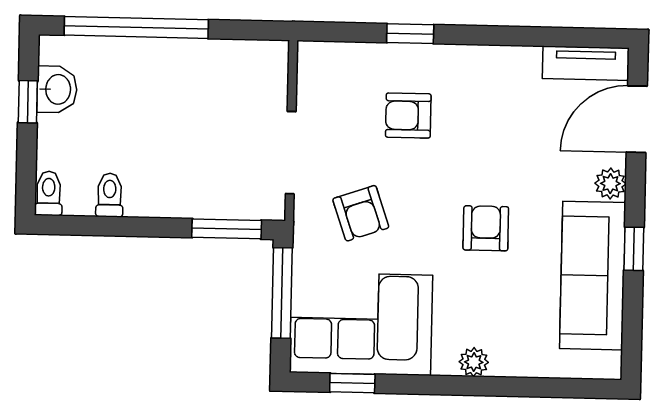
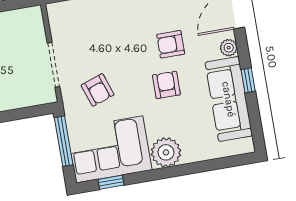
armchair: (408, 115) -> (171, 44), moved
window: (227, 229) -> (27, 113), removed
plant: (474, 362) -> (166, 152), width x1.87, depth x1.87

